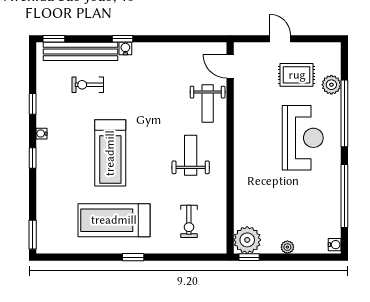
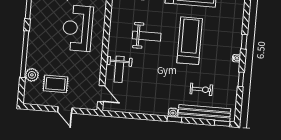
weight bench: (208, 103) -> (119, 69), turned 180
reception desk: (303, 138) -> (78, 28), moved
weight bench: (191, 155) -> (147, 36), moved, turned -90

